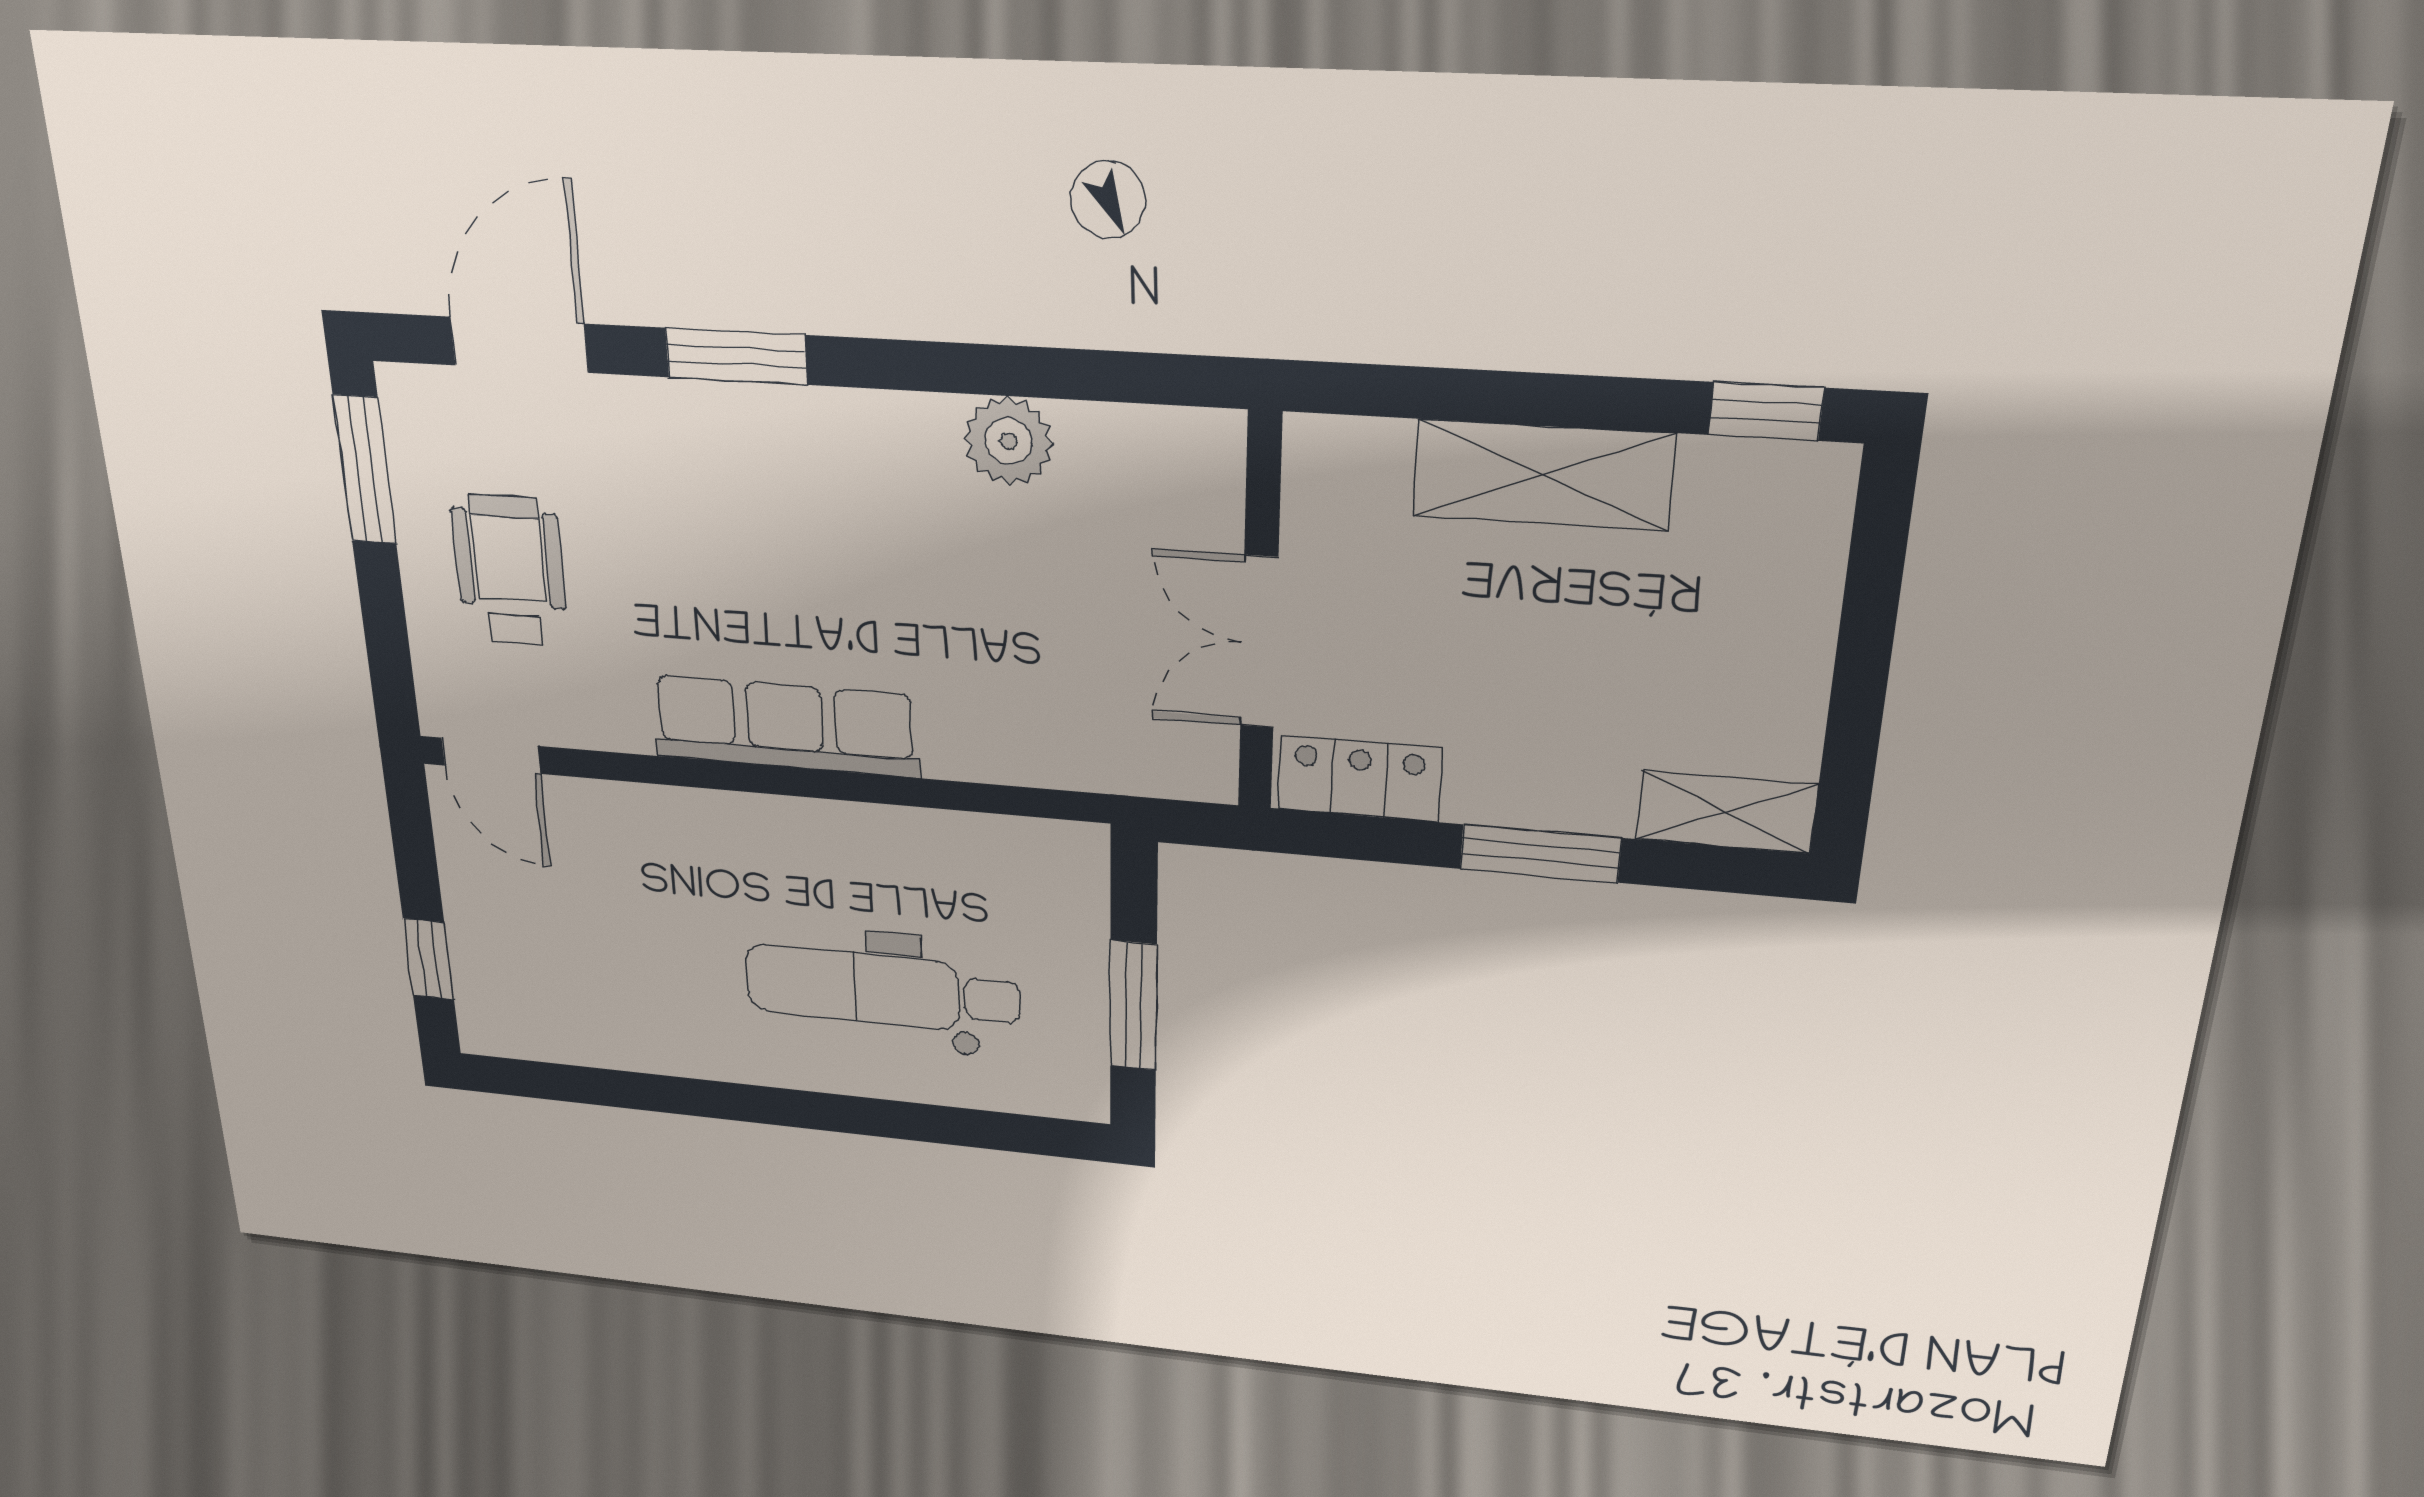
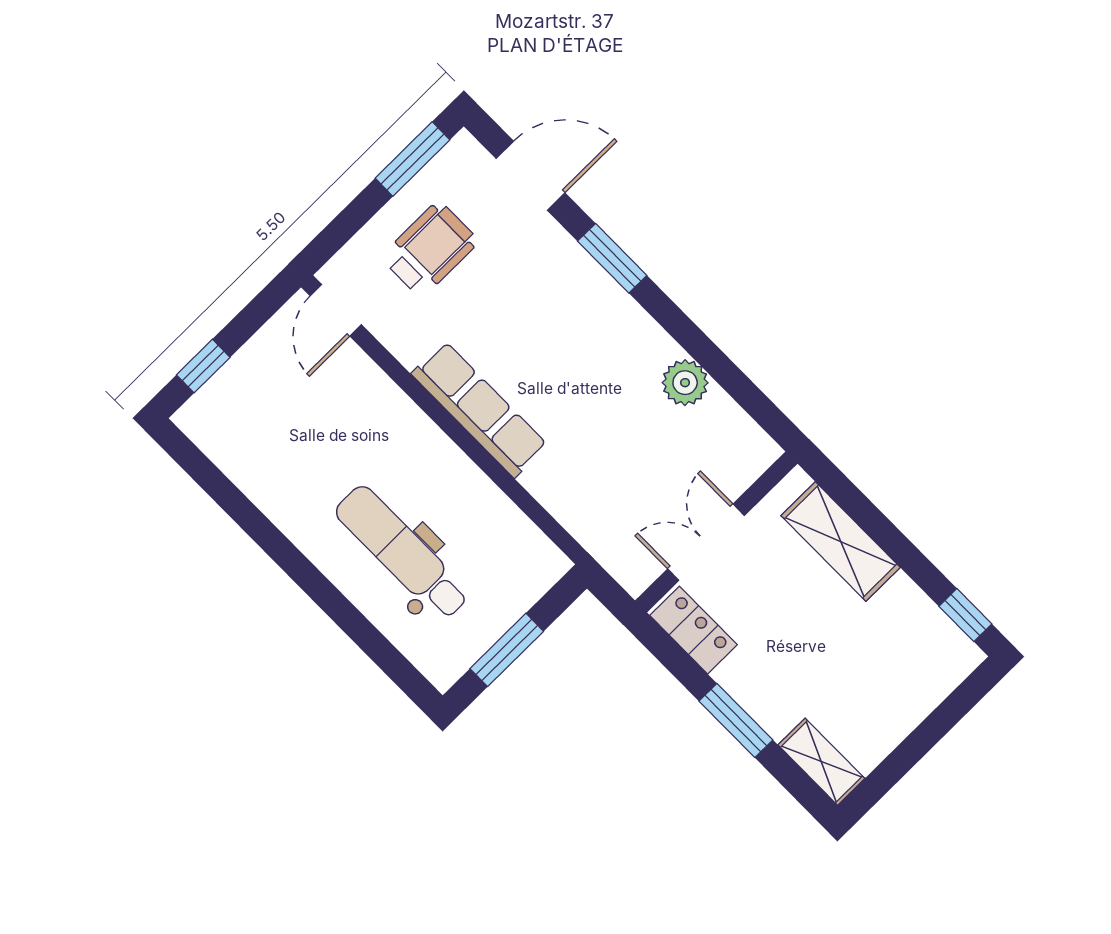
shelving: (1543, 475) -> (841, 541), moved

